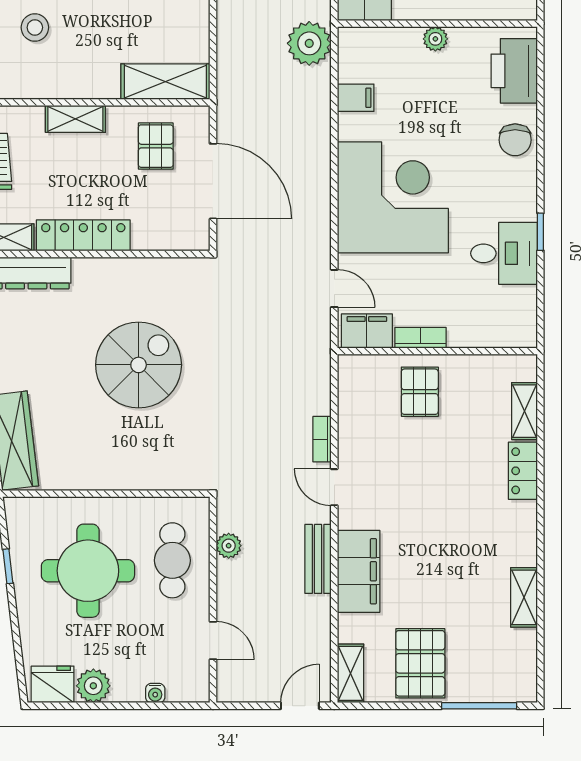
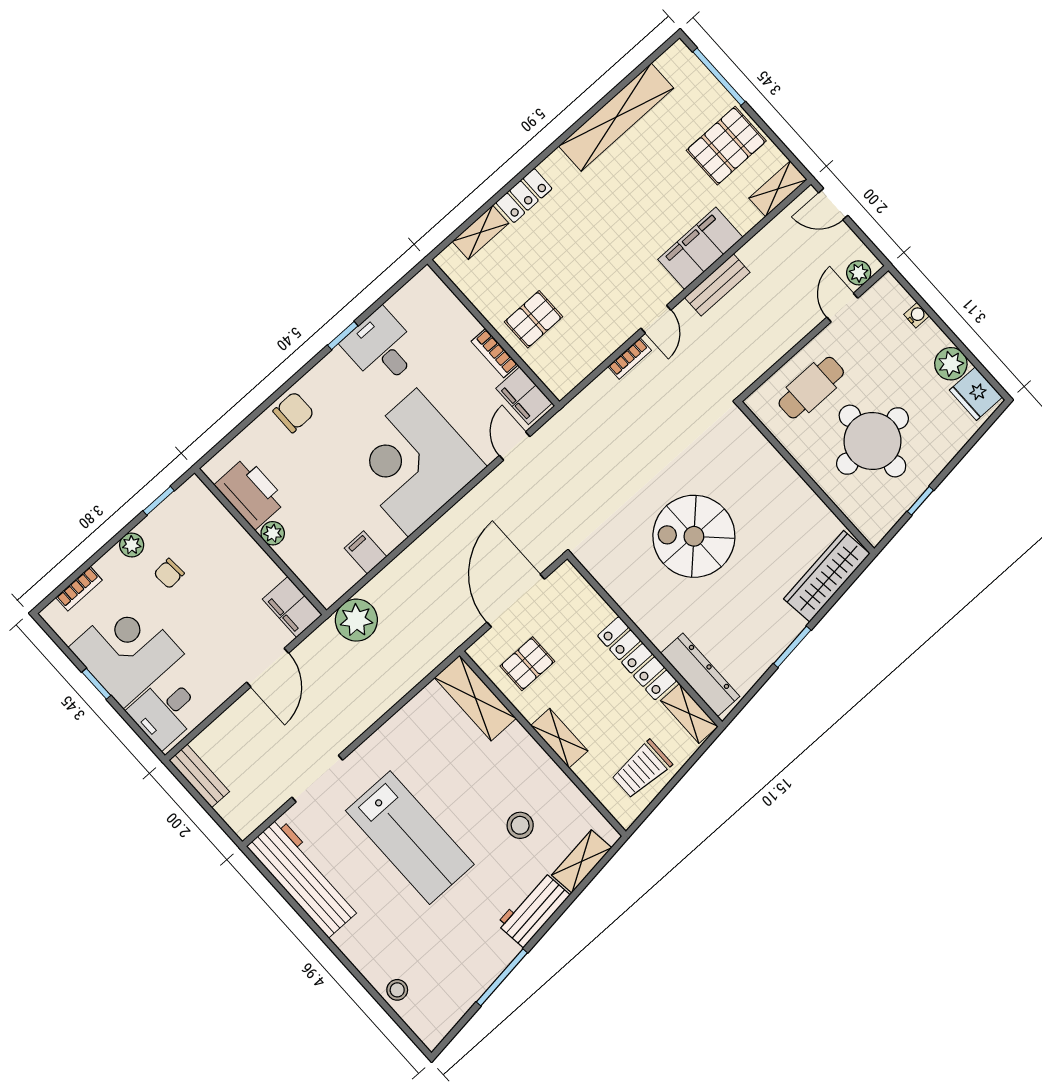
printer: (514, 71) -> (251, 493), moved, turned -90
plant: (229, 546) -> (859, 273), moved
shelving: (524, 597) -> (616, 117), width x2.20, depth x1.33

